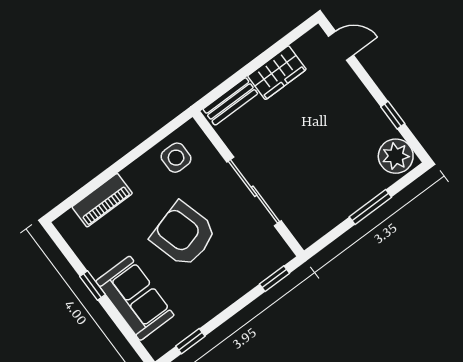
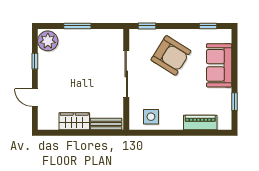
door: (341, 46) -> (35, 98), moved
armchair: (183, 234) -> (171, 55), moved, turned -42
window: (92, 286) -> (234, 102), moved

